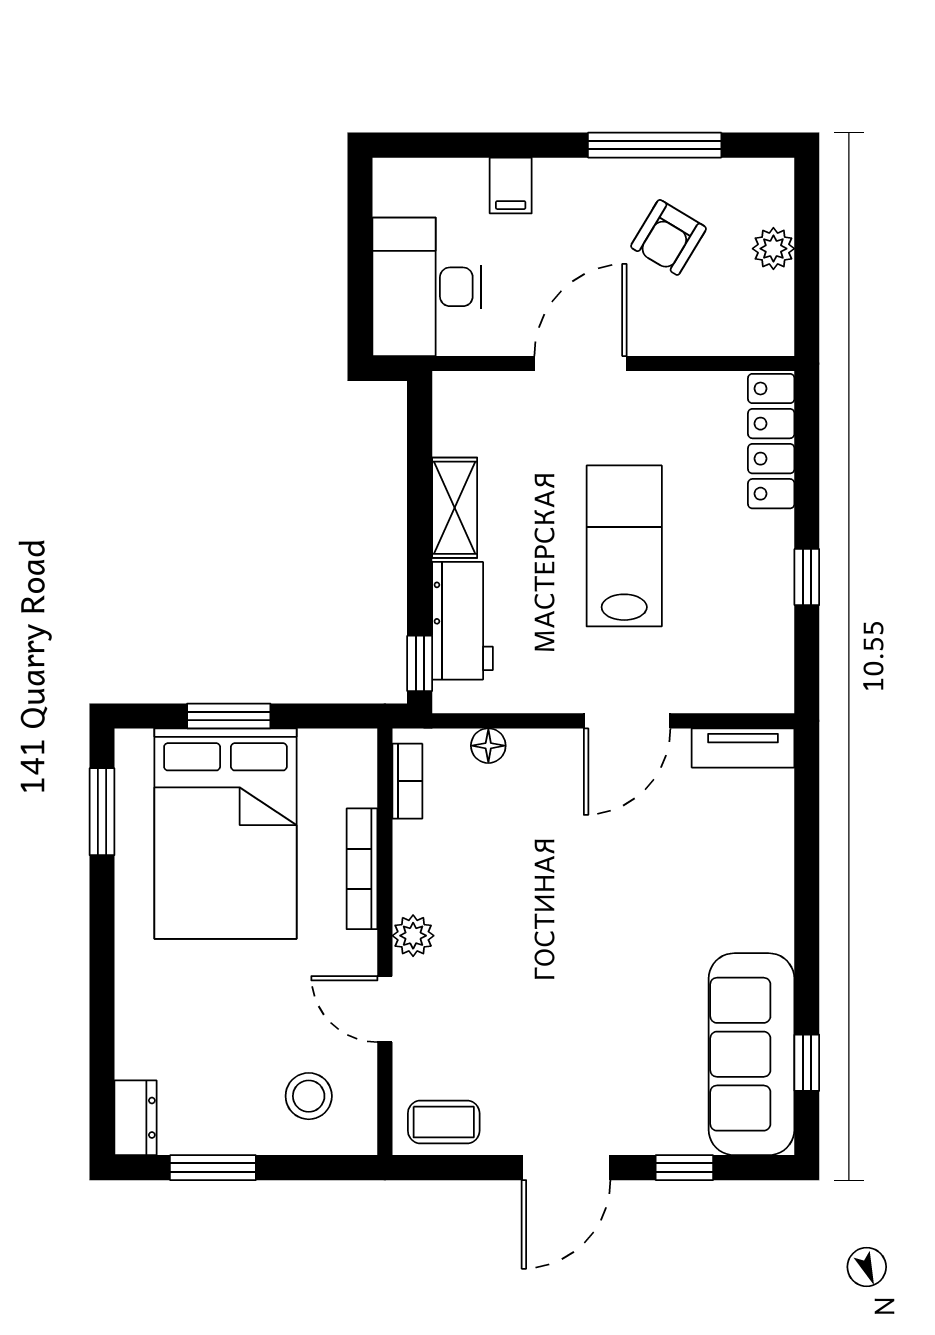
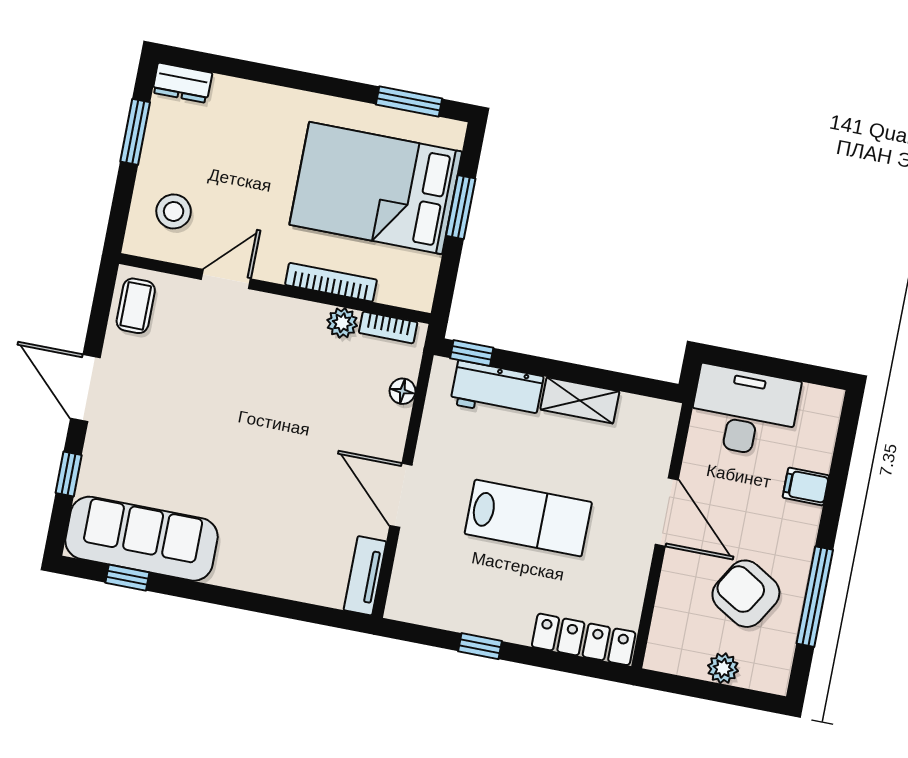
armchair: (668, 237) -> (746, 594), width x1.38, depth x1.38
plant: (413, 936) -> (342, 323), moved

